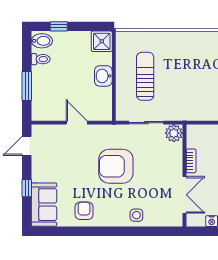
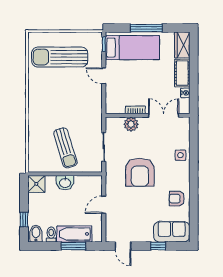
sun lounger: (145, 76) -> (65, 148), turned -107
bathtub: (41, 87) -> (74, 234), added
plant: (174, 133) -> (131, 124), moved

